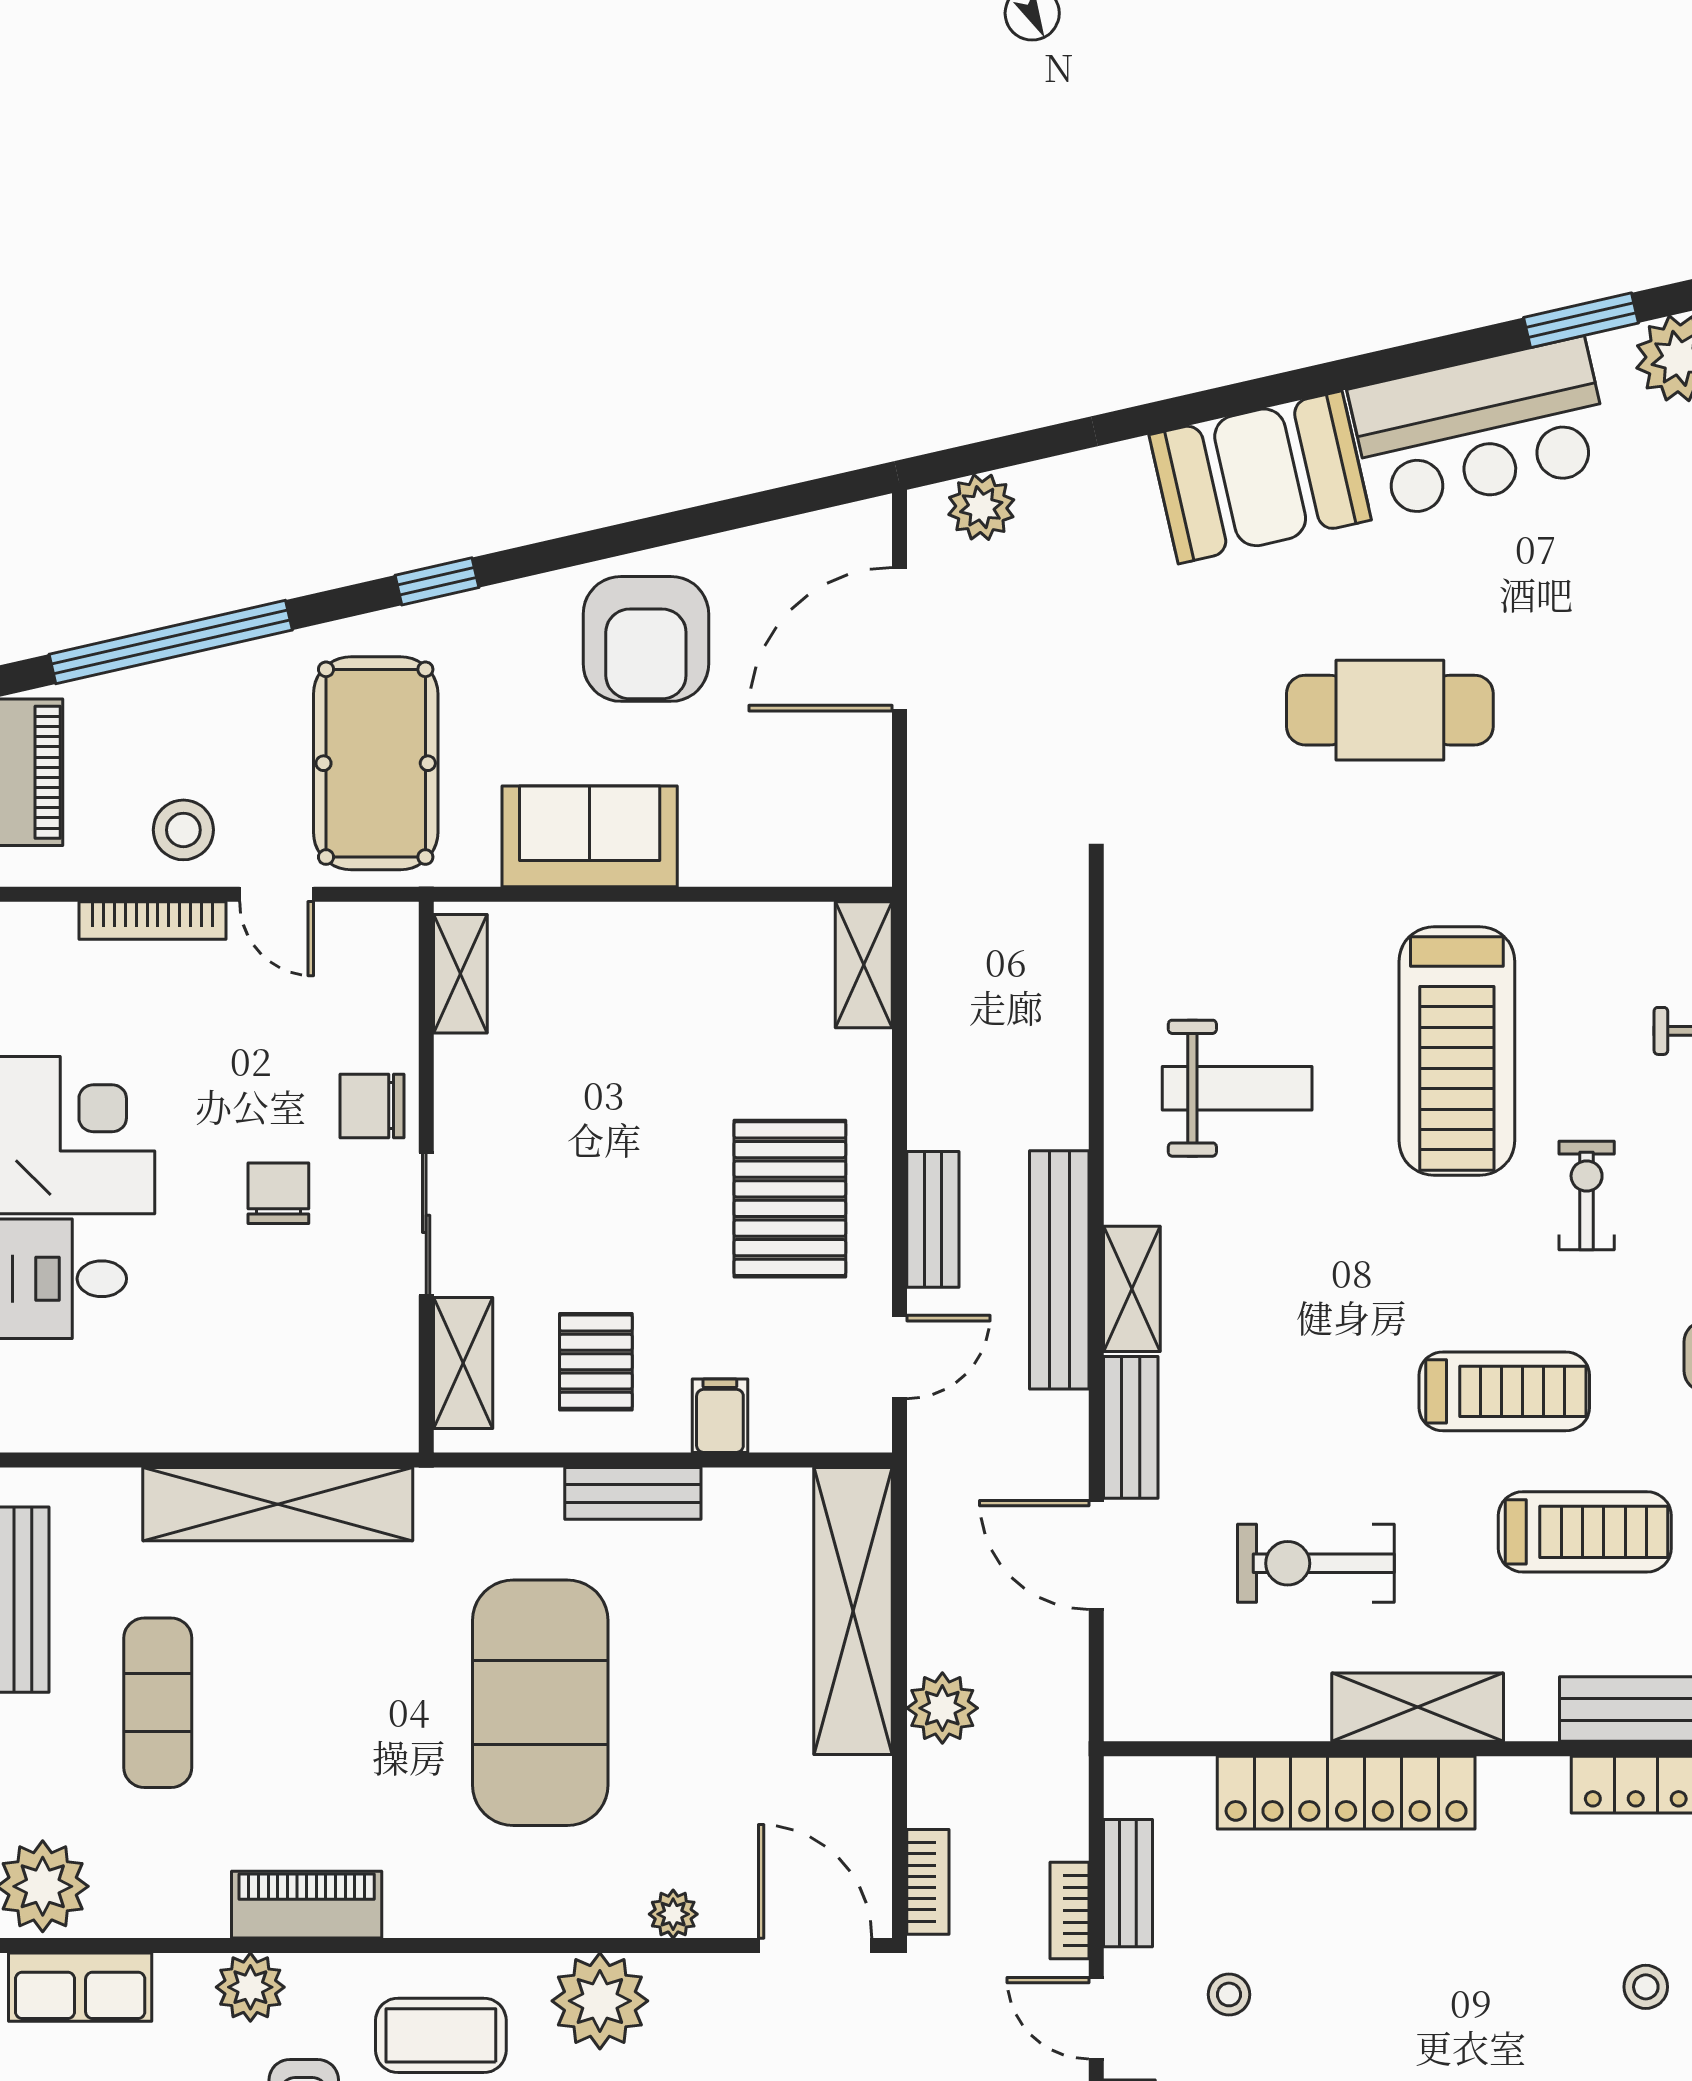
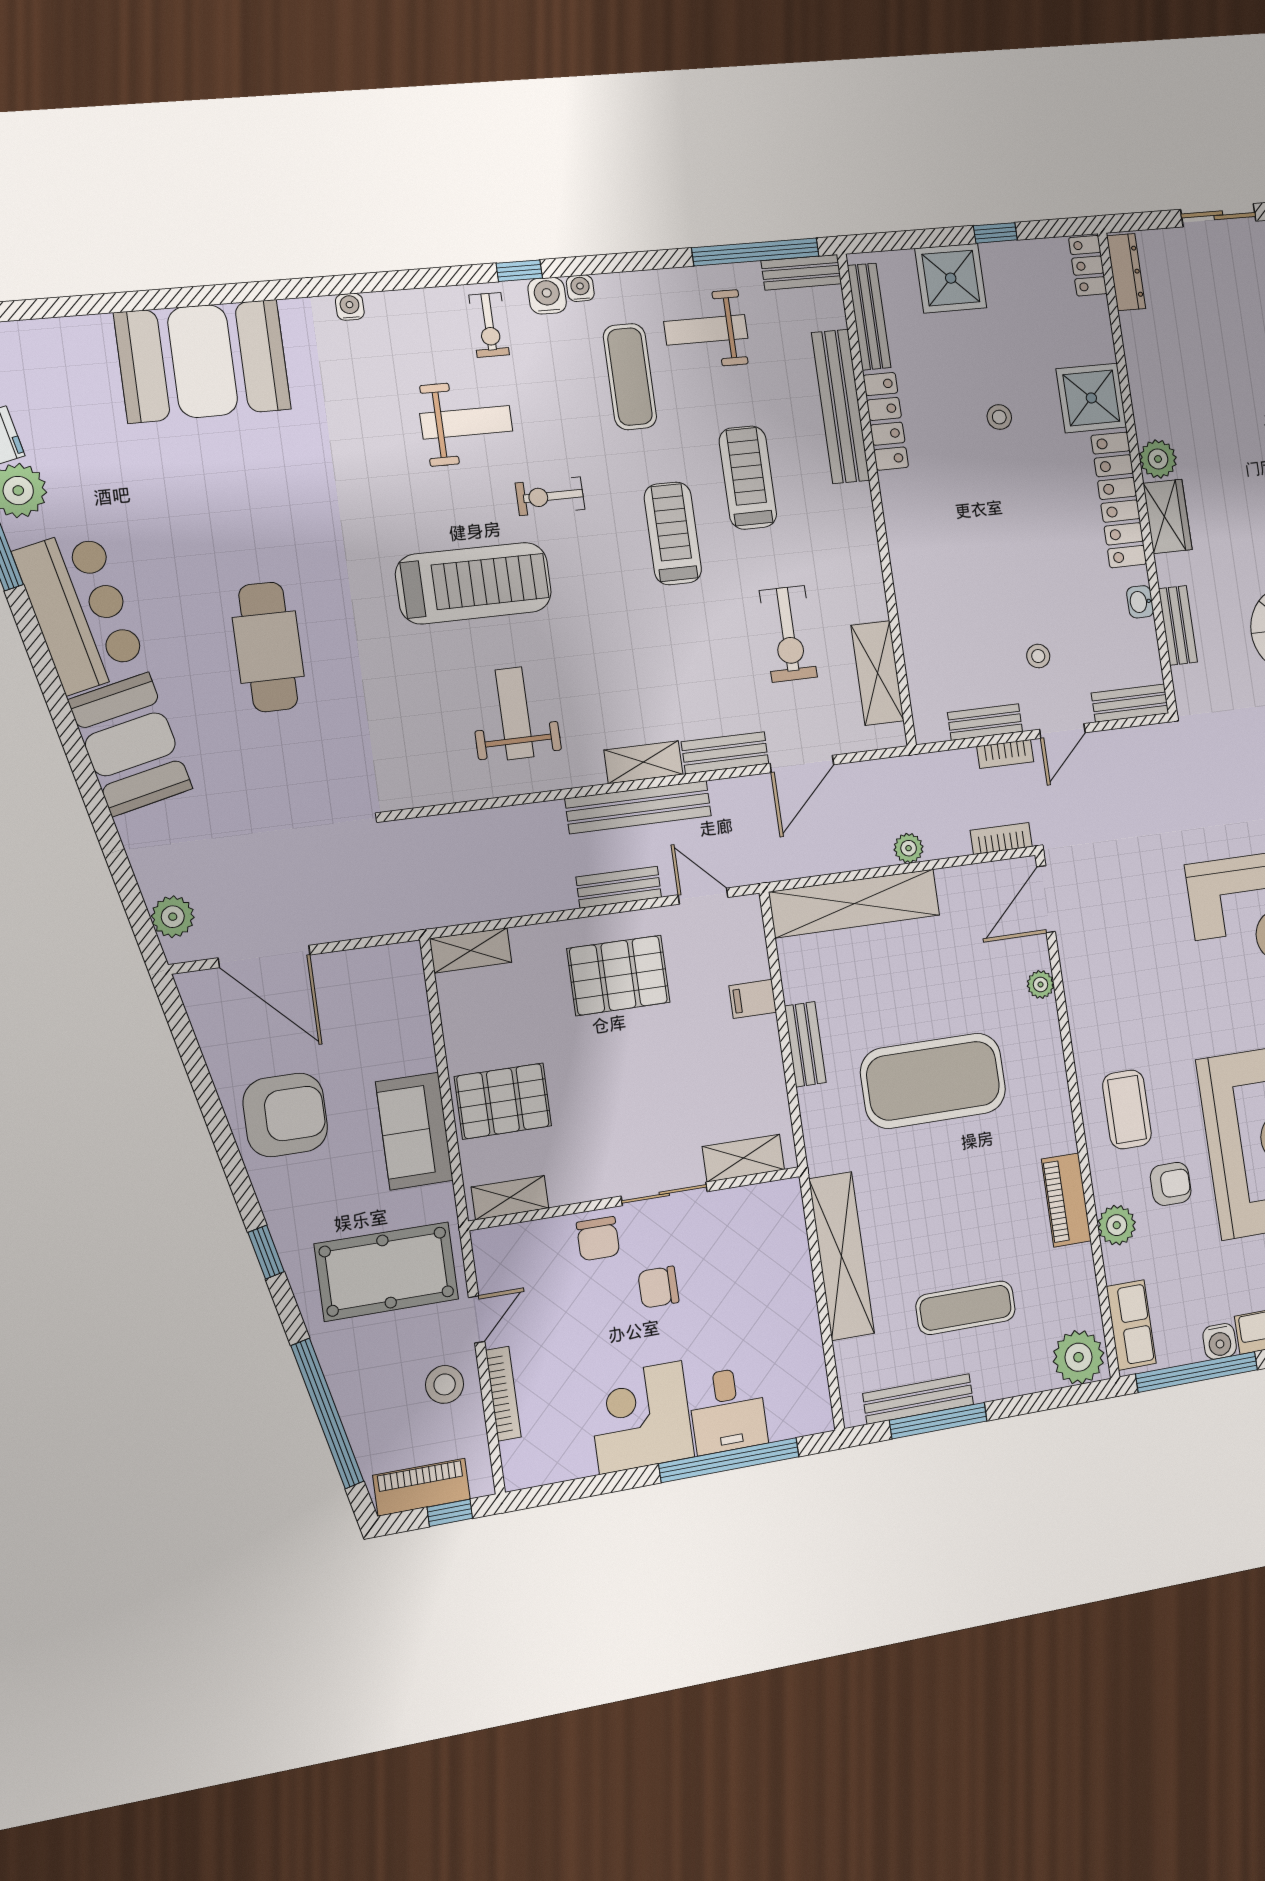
pallet: (596, 1362) -> (503, 1101), moved, width x1.50, depth x1.42
shelving: (1418, 1707) -> (877, 673), moved
plant: (942, 1708) -> (909, 848), width x0.73, depth x0.73
locker: (1346, 1793) -> (916, 601), removed
plant: (600, 2001) -> (1095, 1020), removed

